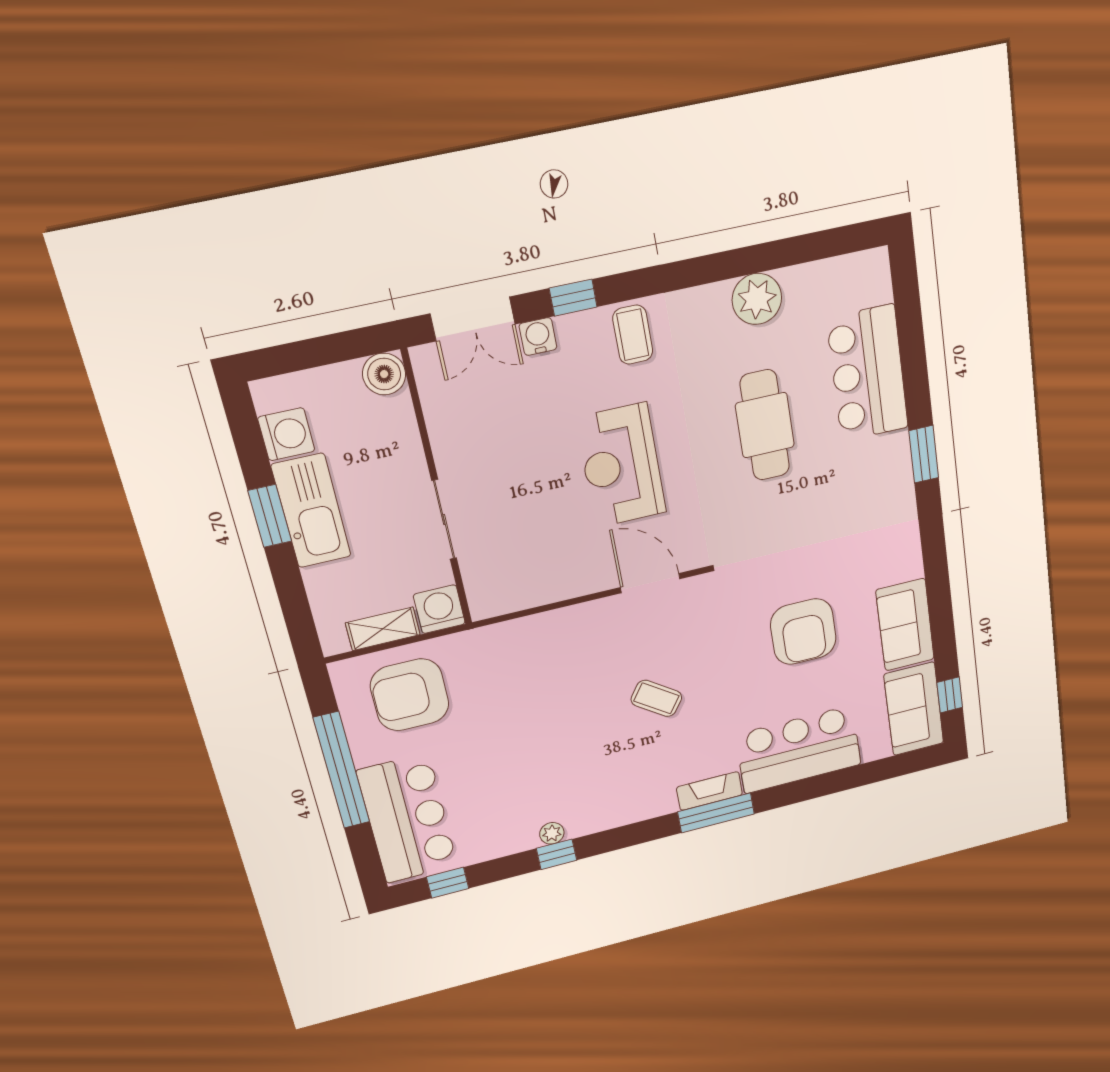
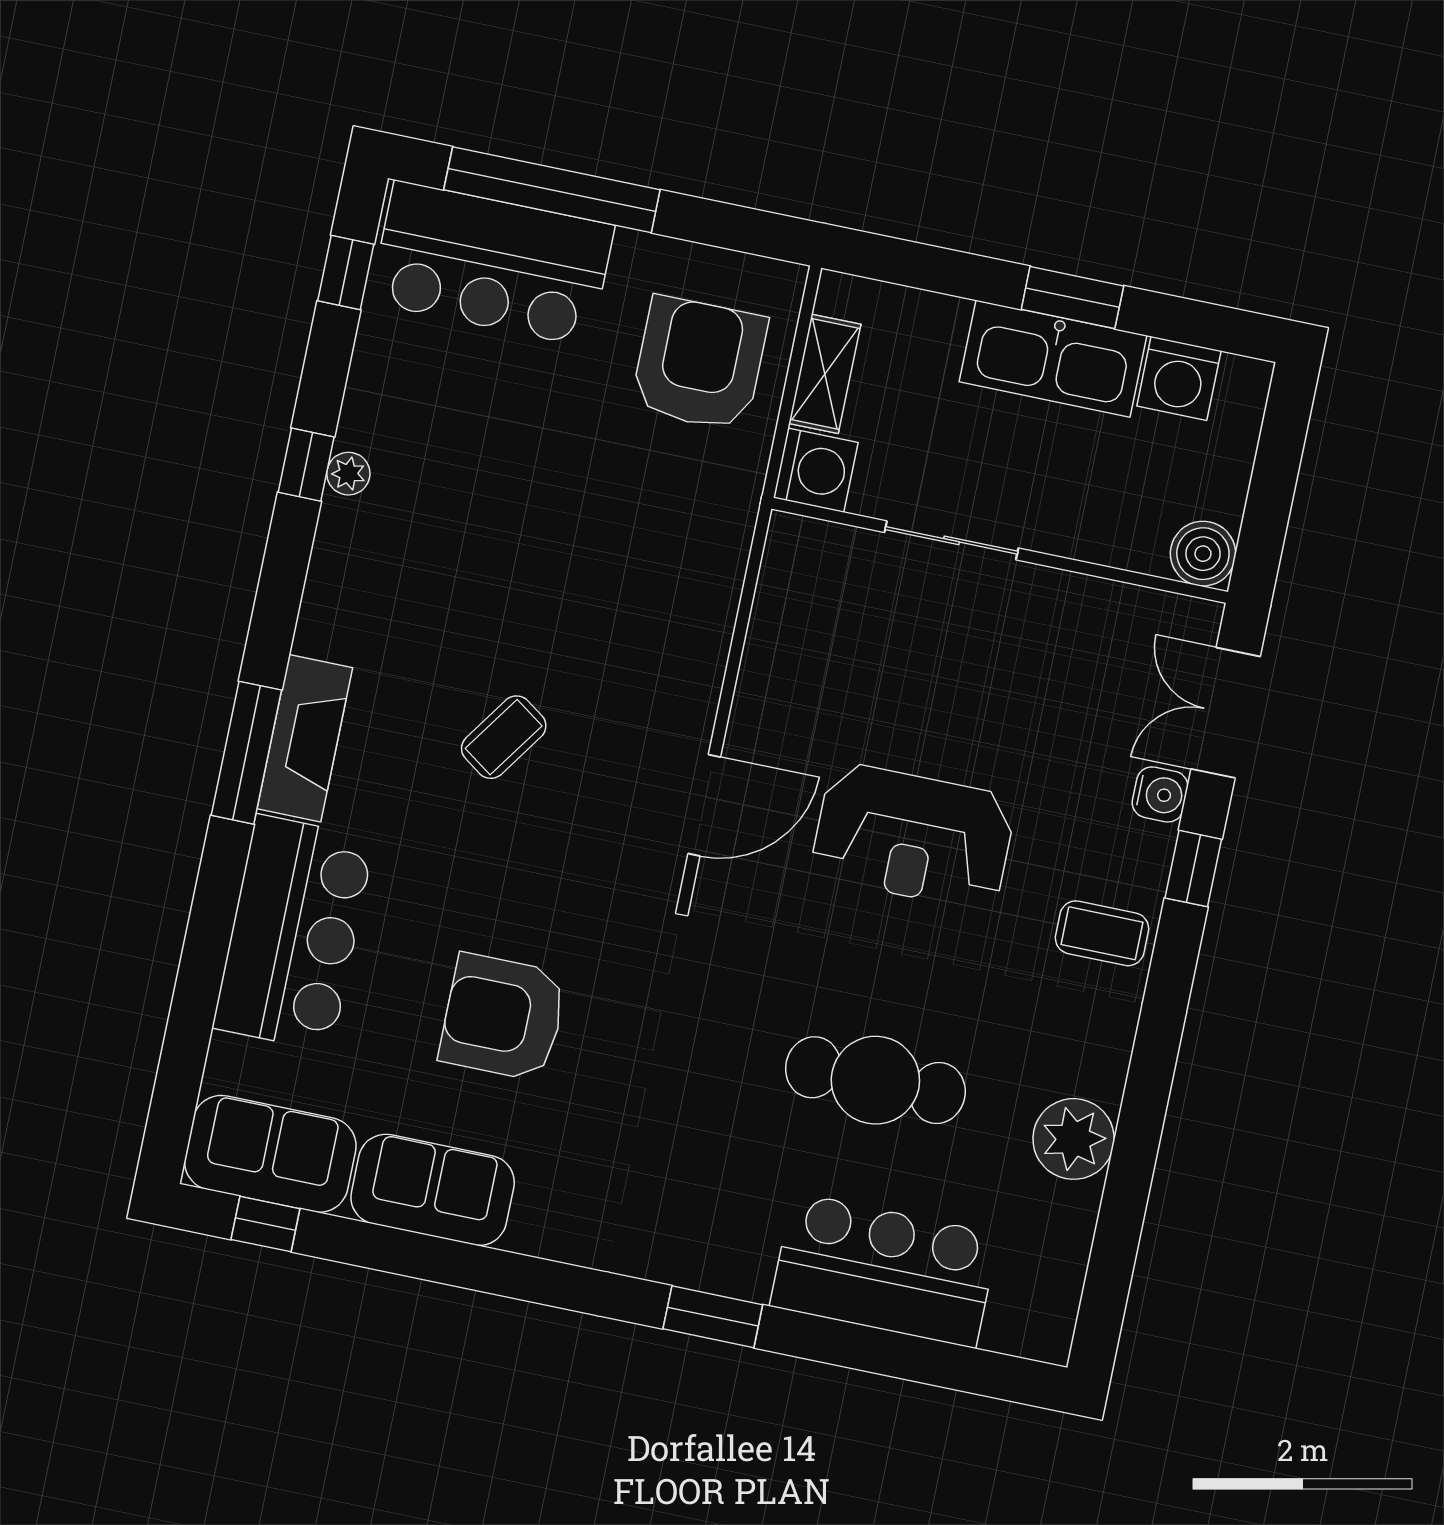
reception desk: (621, 465) -> (913, 837), turned 180
window: (342, 770) -> (552, 190), moved
fireplace: (710, 791) -> (305, 738), width x1.37, depth x1.32

